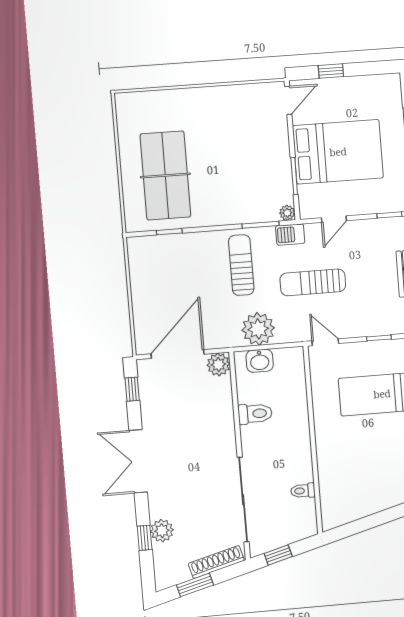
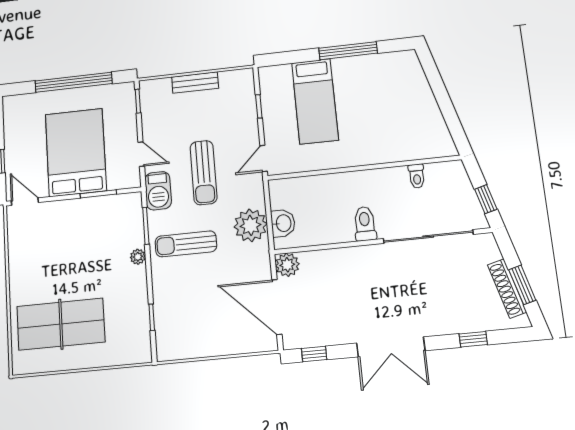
table tennis table: (165, 175) -> (61, 324), moved
plant: (287, 213) -> (138, 257), moved
barbecue: (290, 235) -> (158, 191), width x1.38, depth x1.27
toilet: (255, 414) -> (365, 224), moved
plant: (162, 531) -> (465, 321), removed
shoe rack: (216, 562) -> (507, 288), moved

